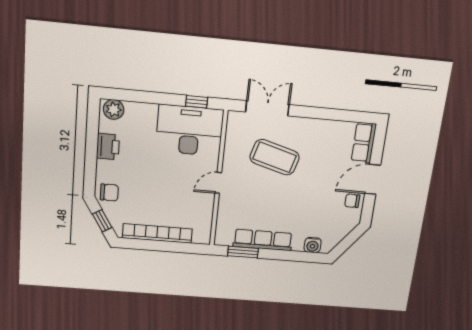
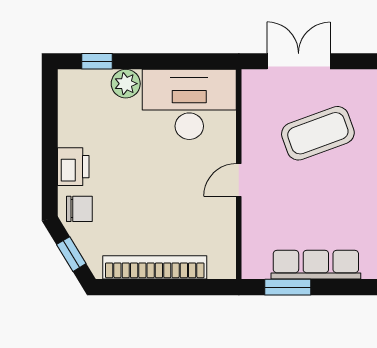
window: (197, 102) -> (97, 61), moved
plant: (114, 109) -> (126, 84), moved
printer: (108, 147) -> (73, 167), moved
coffee table: (275, 157) -> (318, 133), turned -36

